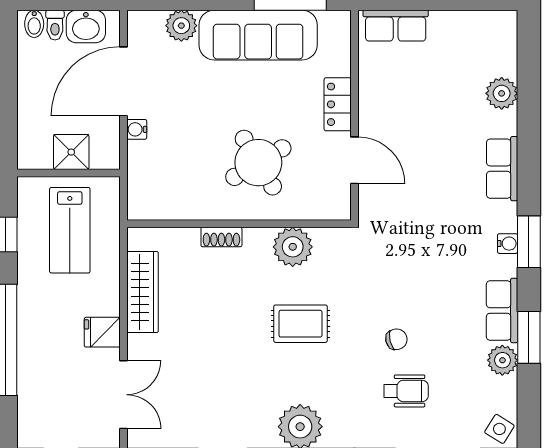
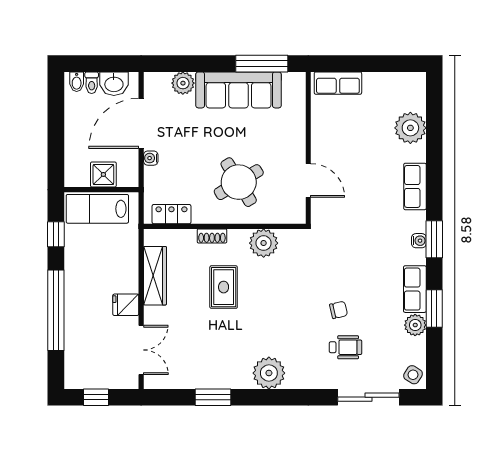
plant: (502, 93) -> (410, 128), width x1.36, depth x1.36
locker: (338, 104) -> (171, 214), moved, turned 90
lab bench: (70, 230) -> (97, 209), moved, turned 90
rug: (300, 324) -> (224, 287), moved, turned 90

